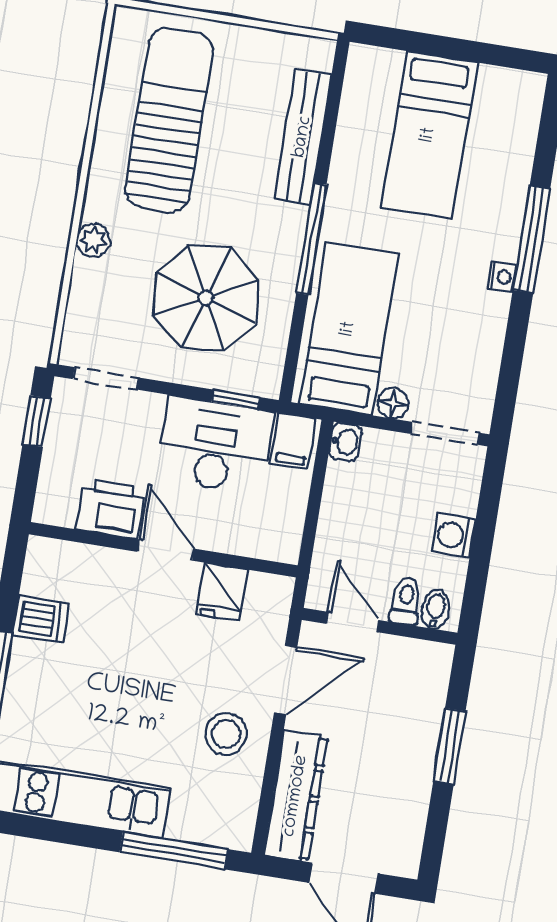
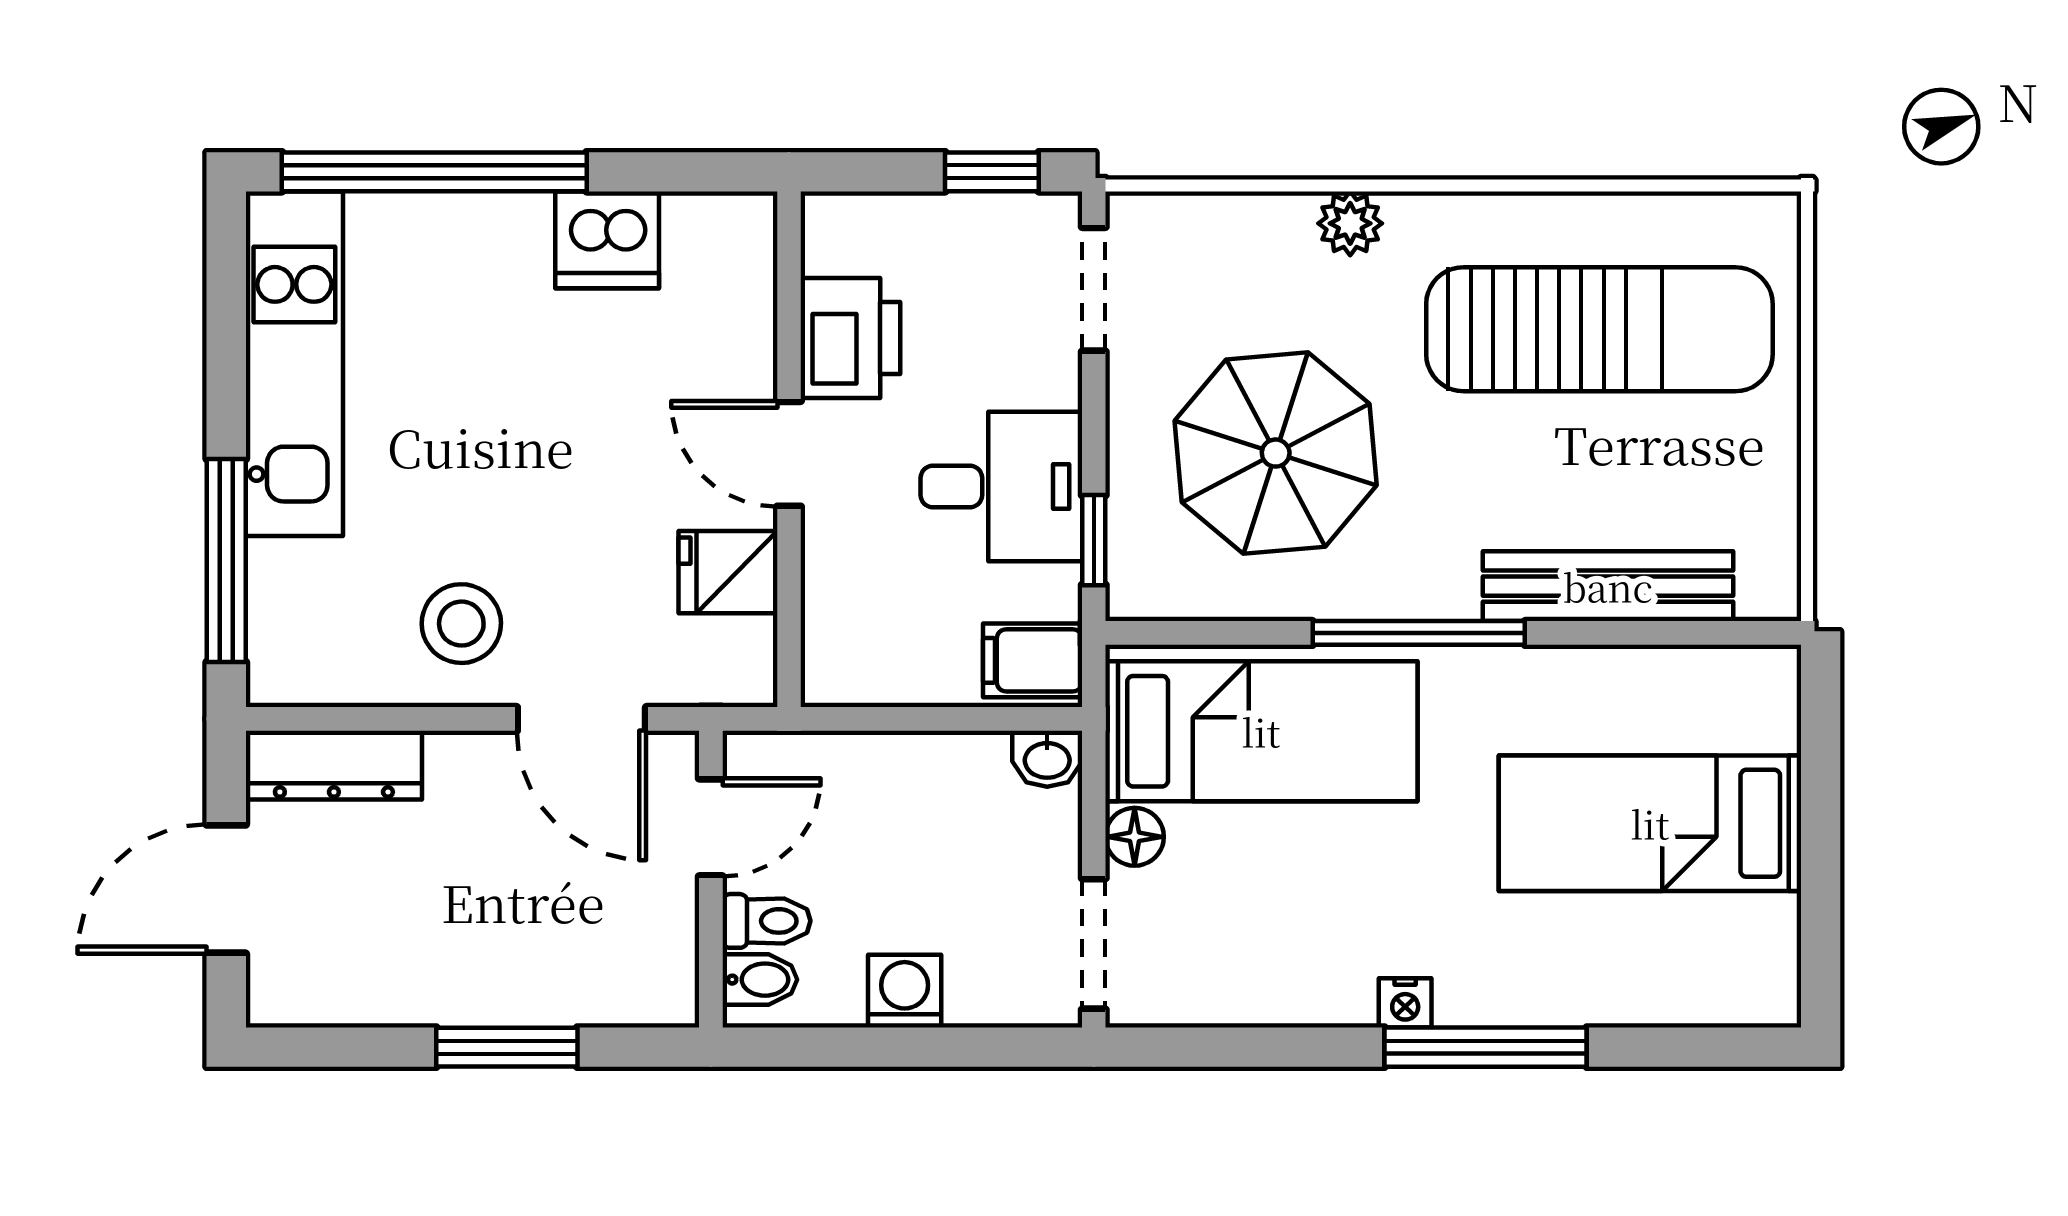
desk: (215, 445) -> (1001, 487), width x0.73
door: (166, 550) -> (789, 454), swing flipped
dishwasher: (41, 619) -> (607, 240), width x1.38
dresser: (296, 796) -> (334, 765), width x0.73, depth x0.80

